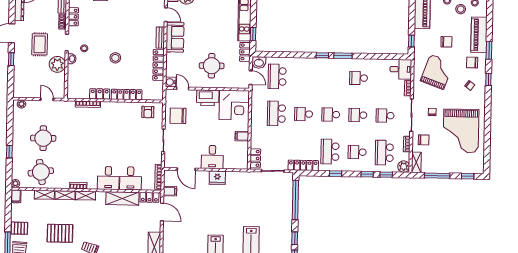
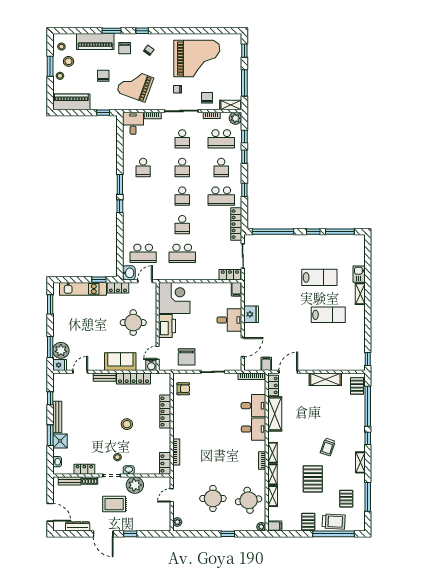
sofa: (175, 37) -> (120, 362), moved
locker: (100, 94) -> (165, 463), moved
filing cabinet: (242, 136) -> (236, 289), moved

